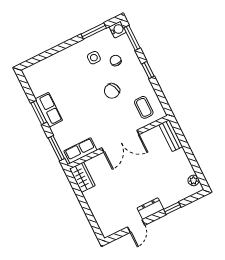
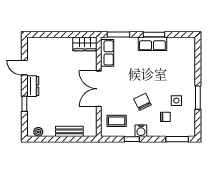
water cooler: (118, 29) -> (141, 131), moved
window: (94, 31) -> (198, 98), moved
window: (148, 70) -> (132, 139), moved
bench: (171, 136) -> (69, 131), moved

